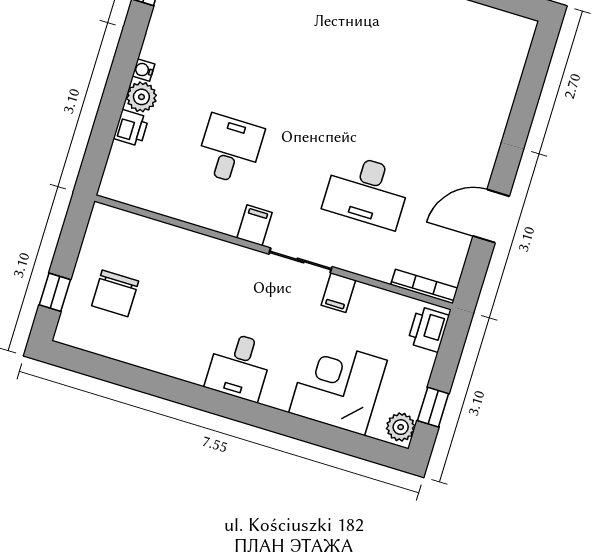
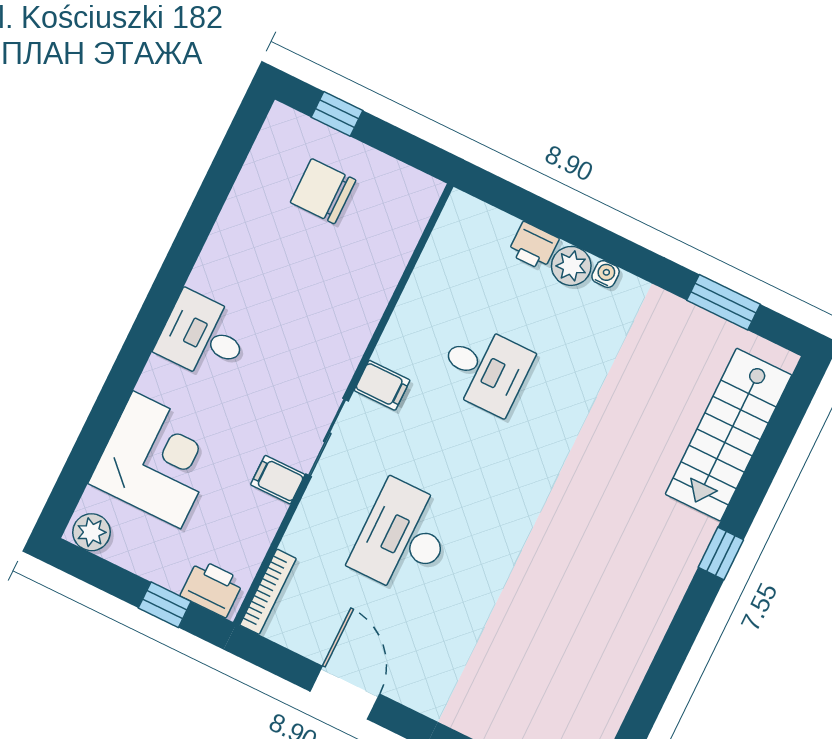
window: (433, 407) -> (165, 605), moved

